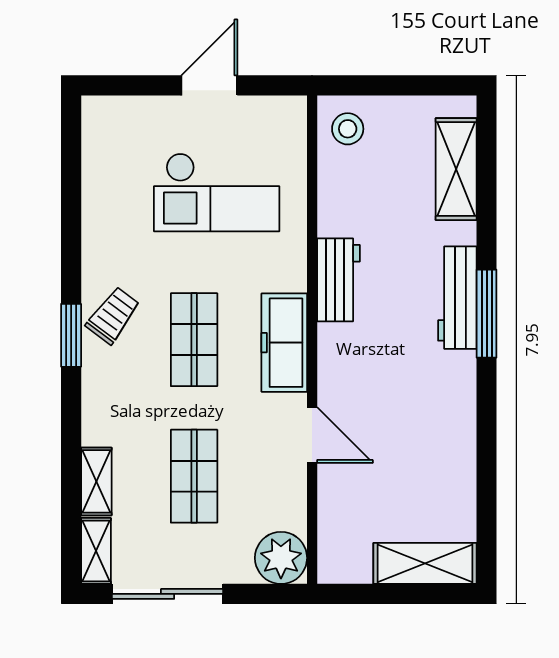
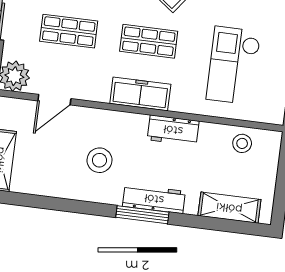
stool: (348, 129) -> (242, 143), moved
stool: (404, 397) -> (99, 160), added
door: (312, 435) -> (54, 100), moved

